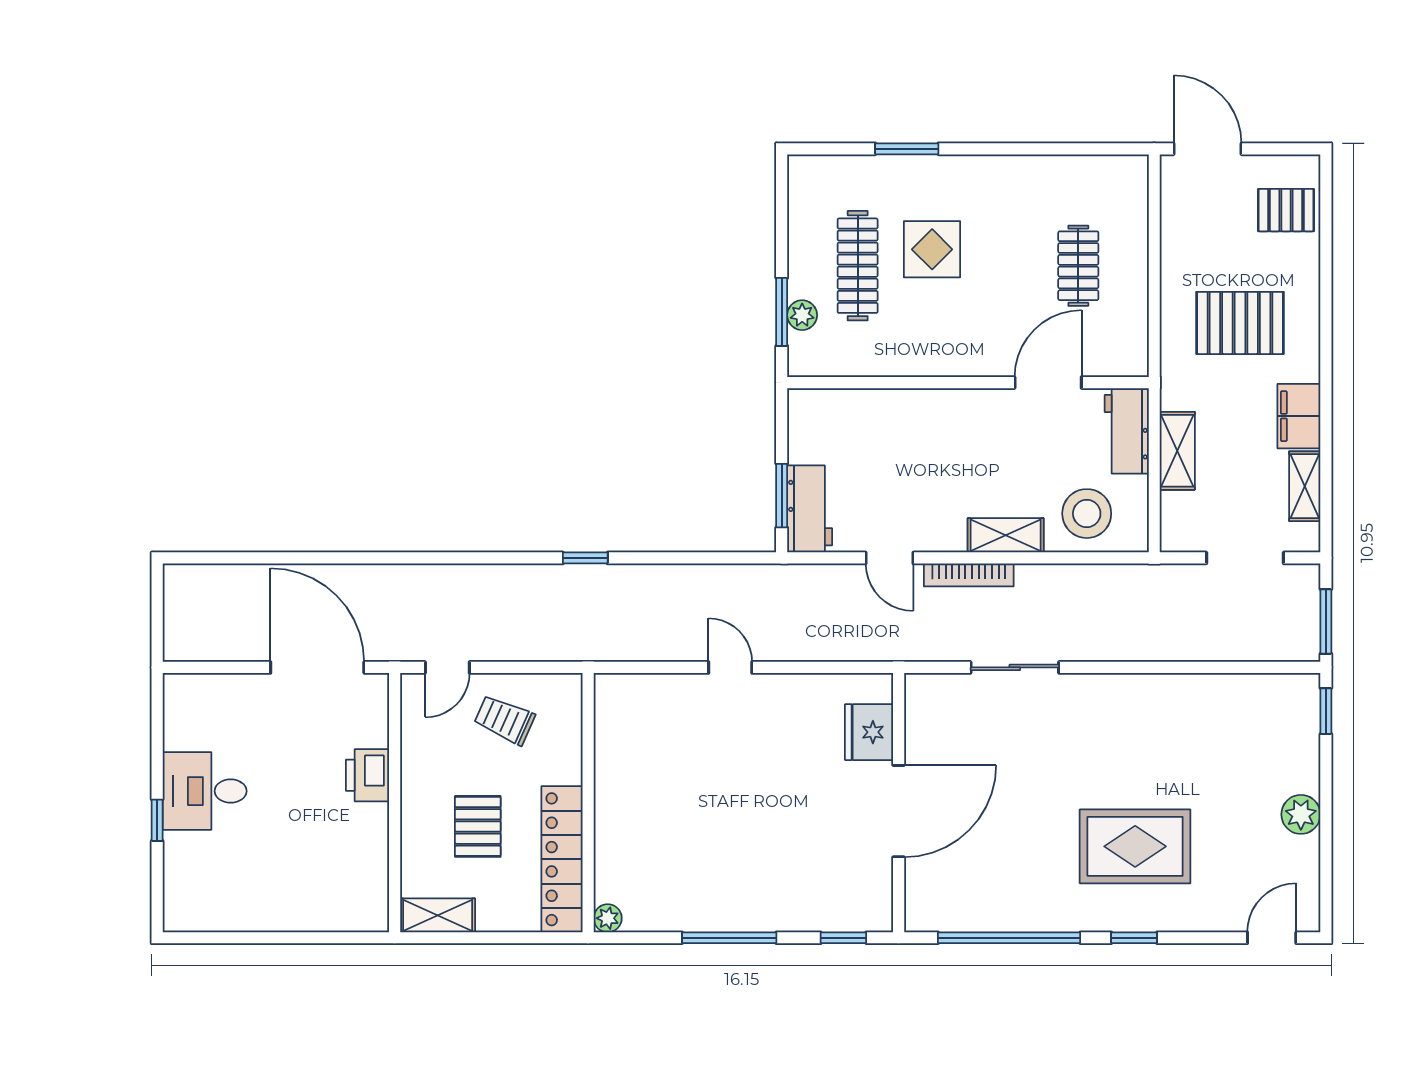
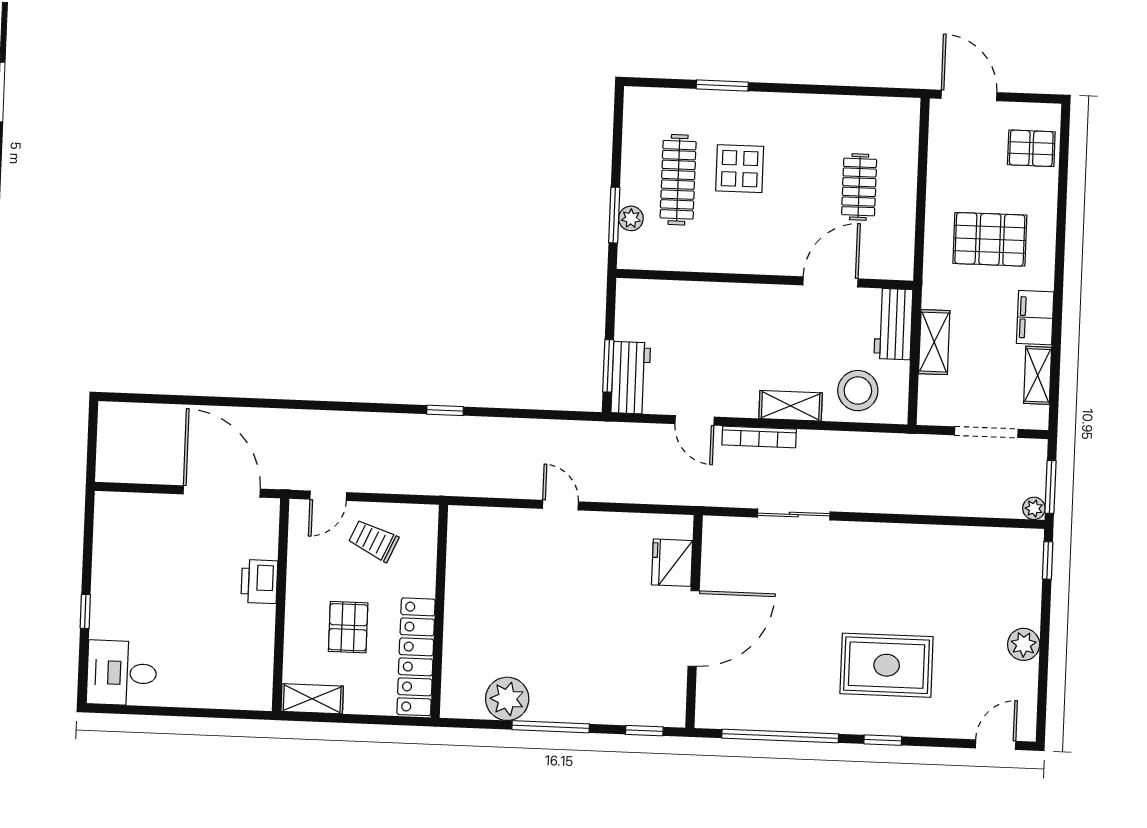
plant: (1307, 648) -> (1034, 508), added
desk: (205, 791) -> (122, 673), moved
plant: (608, 918) -> (507, 699), moved, width x1.87, depth x1.87

